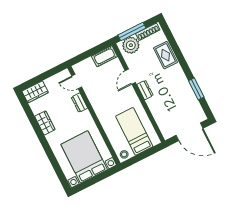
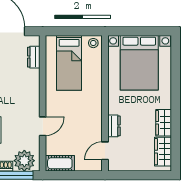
door: (77, 82) -> (105, 151), swing flipped
dresser: (145, 90) -> (34, 57), moved
wardrobe: (35, 92) -> (163, 152), moved, turned -90

